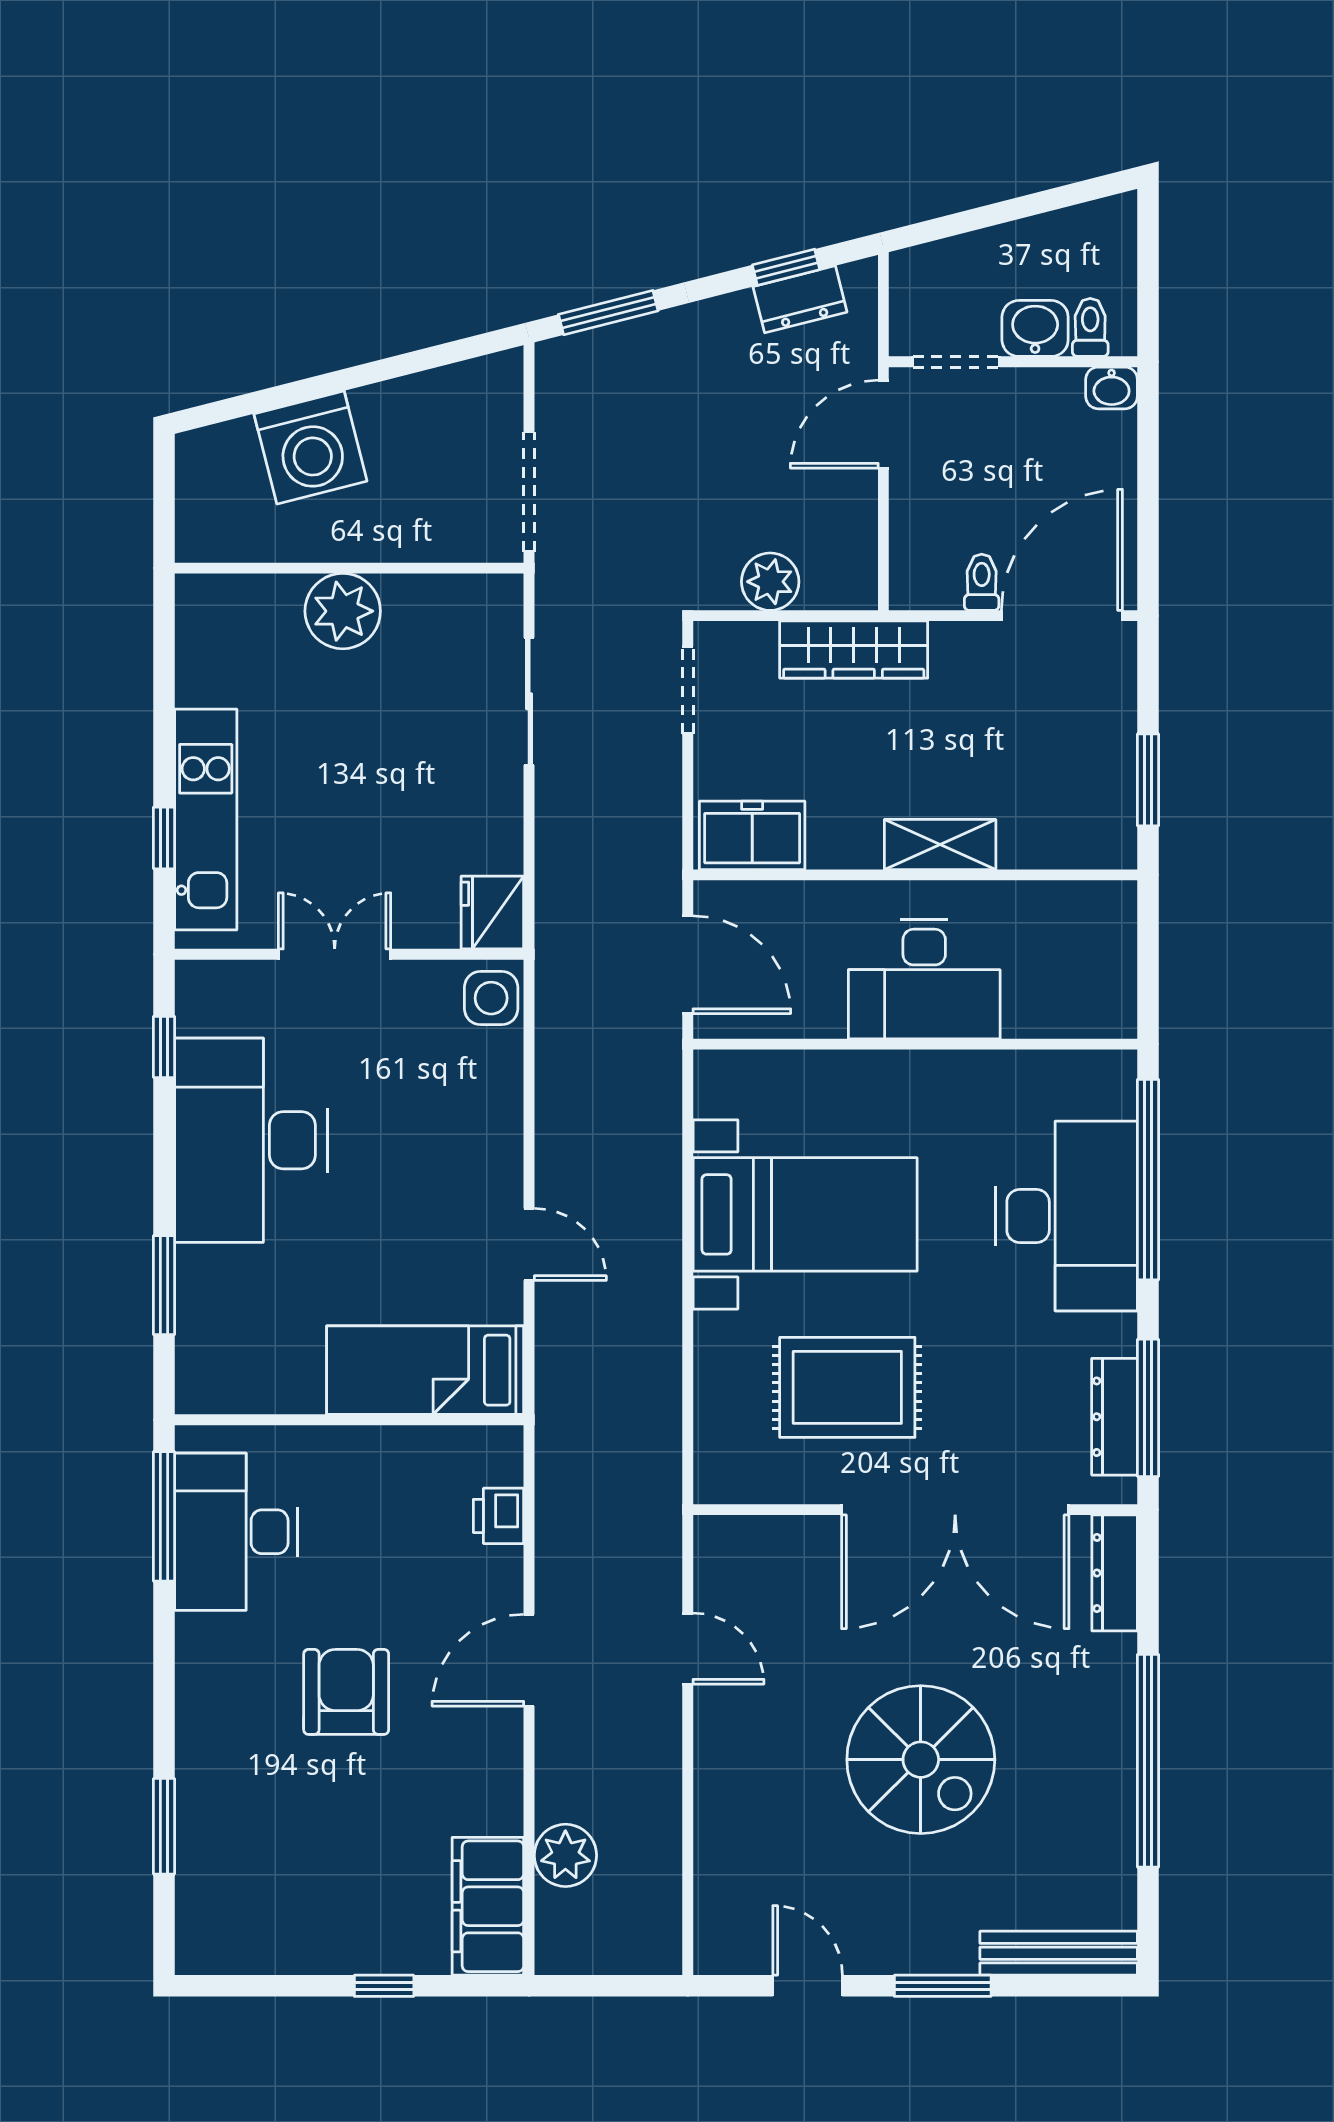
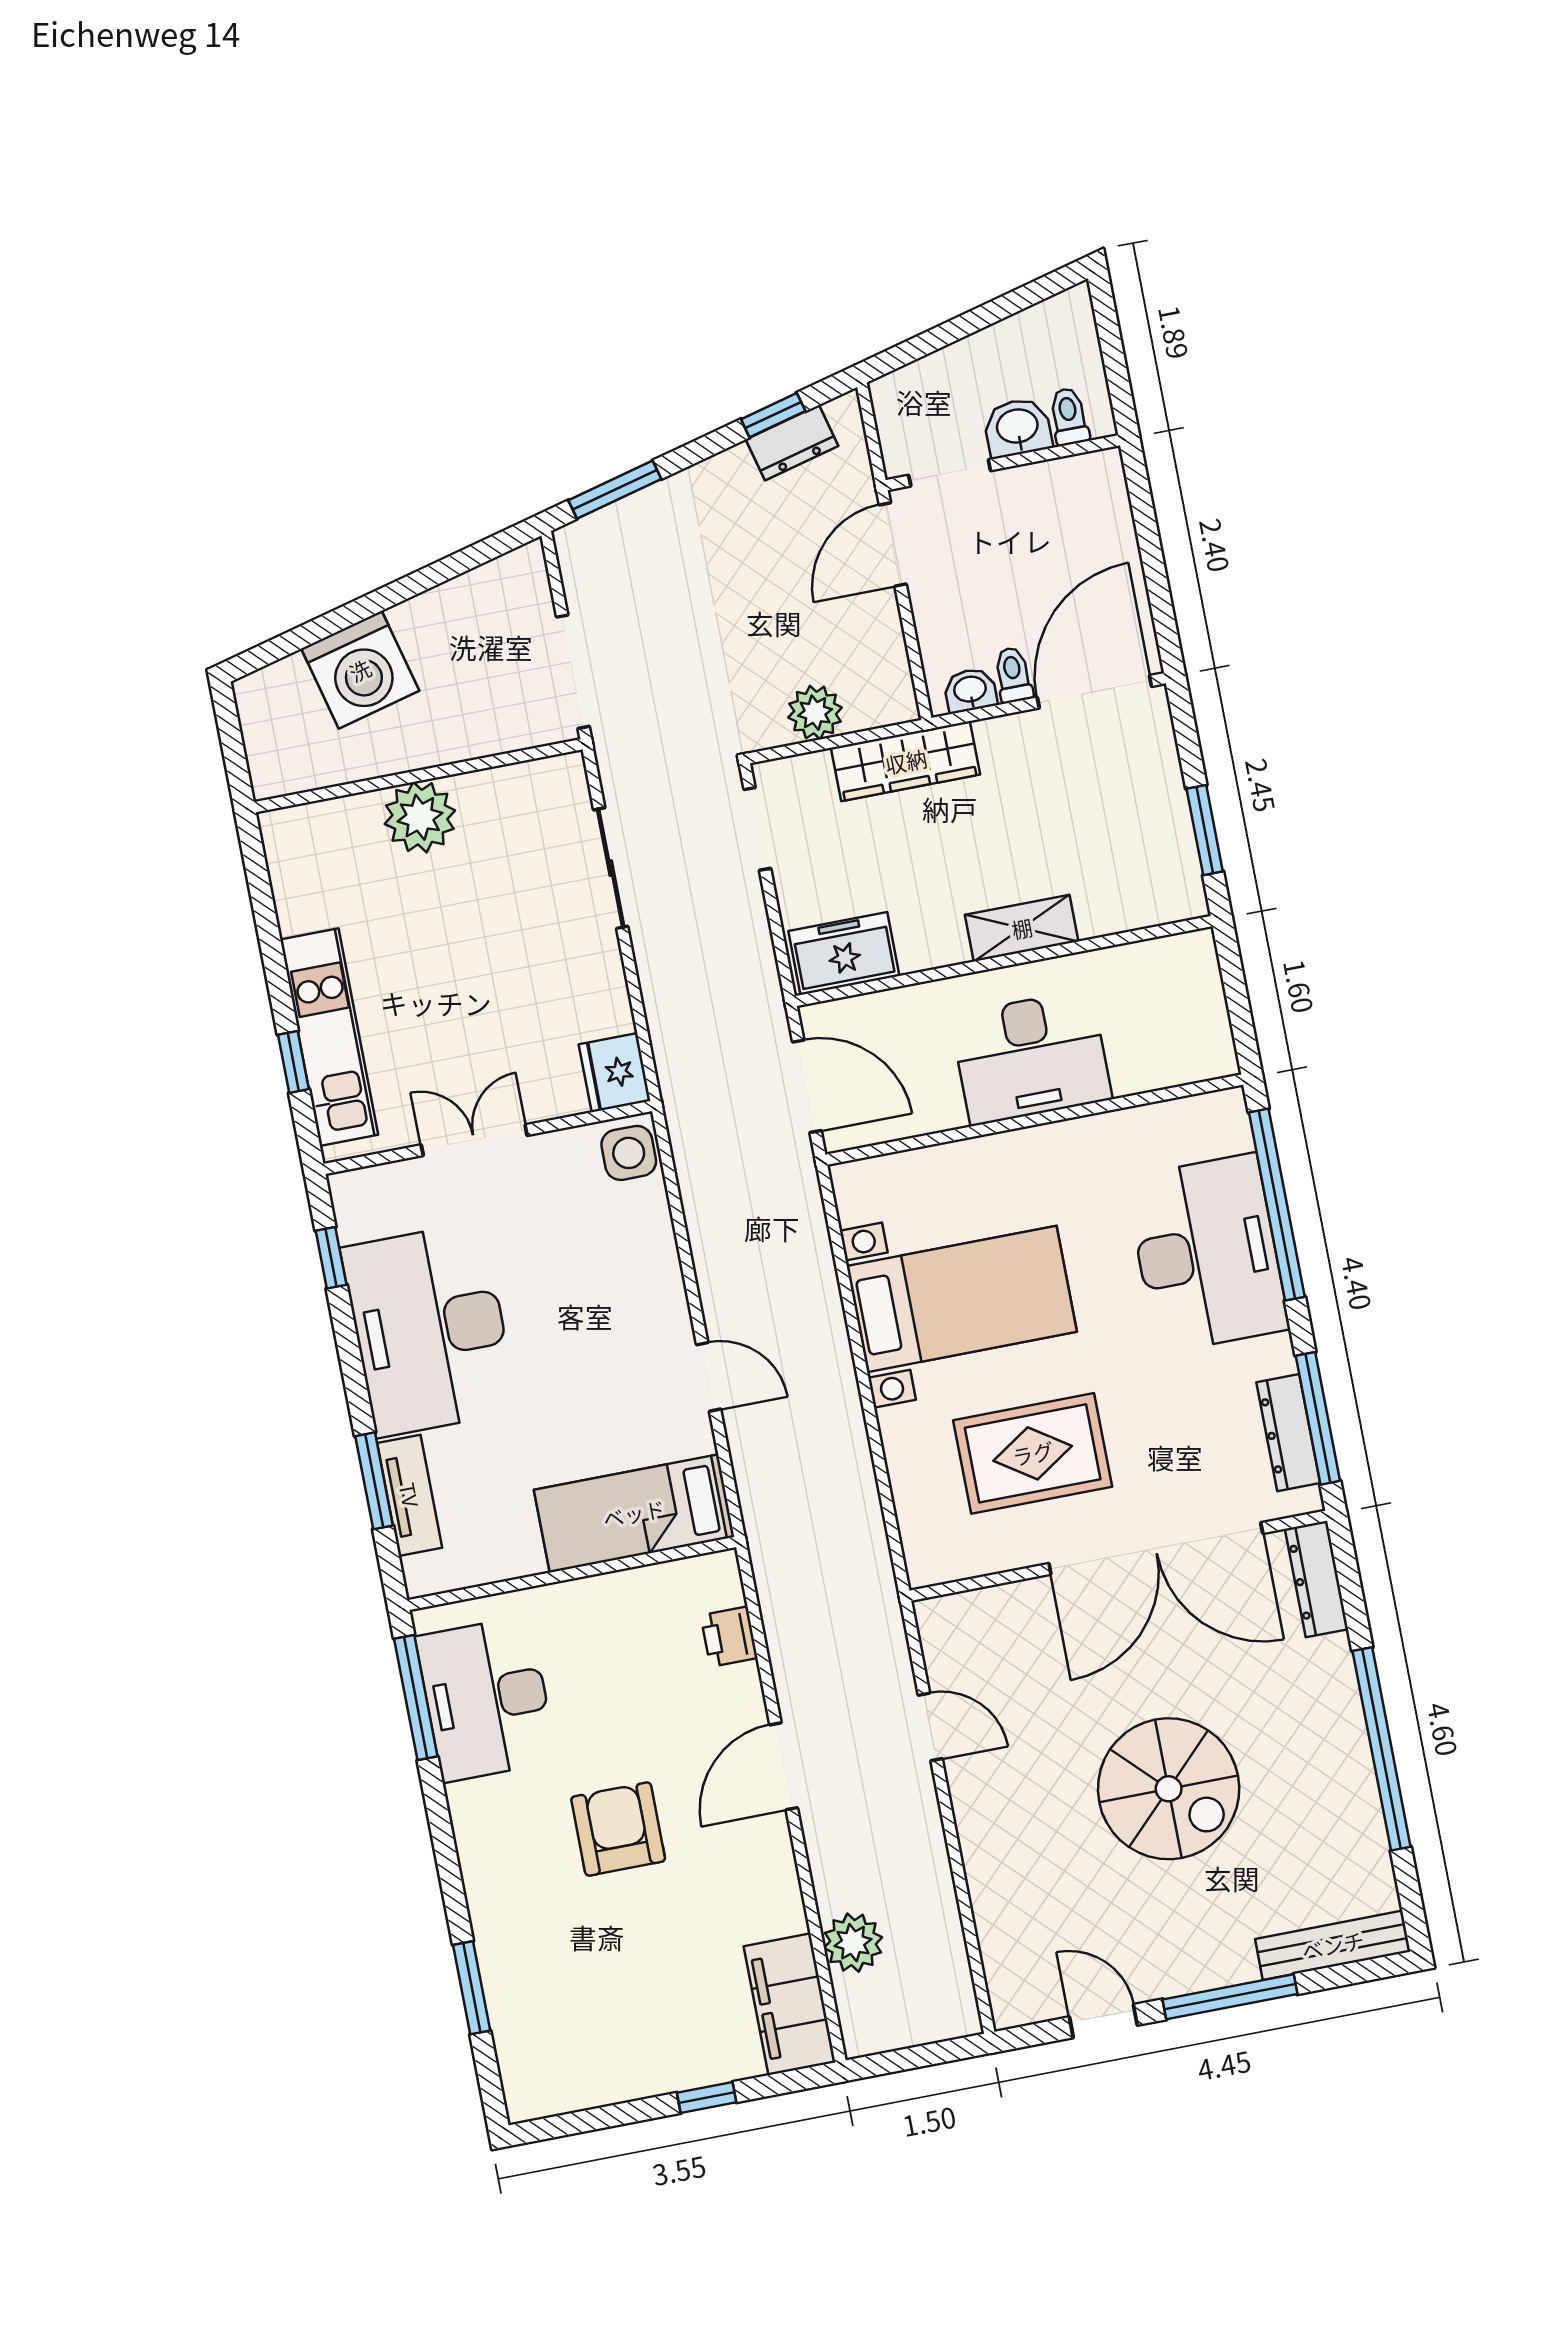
washbasin: (1112, 388) -> (970, 690), moved, turned 180
tv unit: (198, 1307) -> (410, 1495), added
window: (943, 1986) -> (1230, 1997), width x1.44

